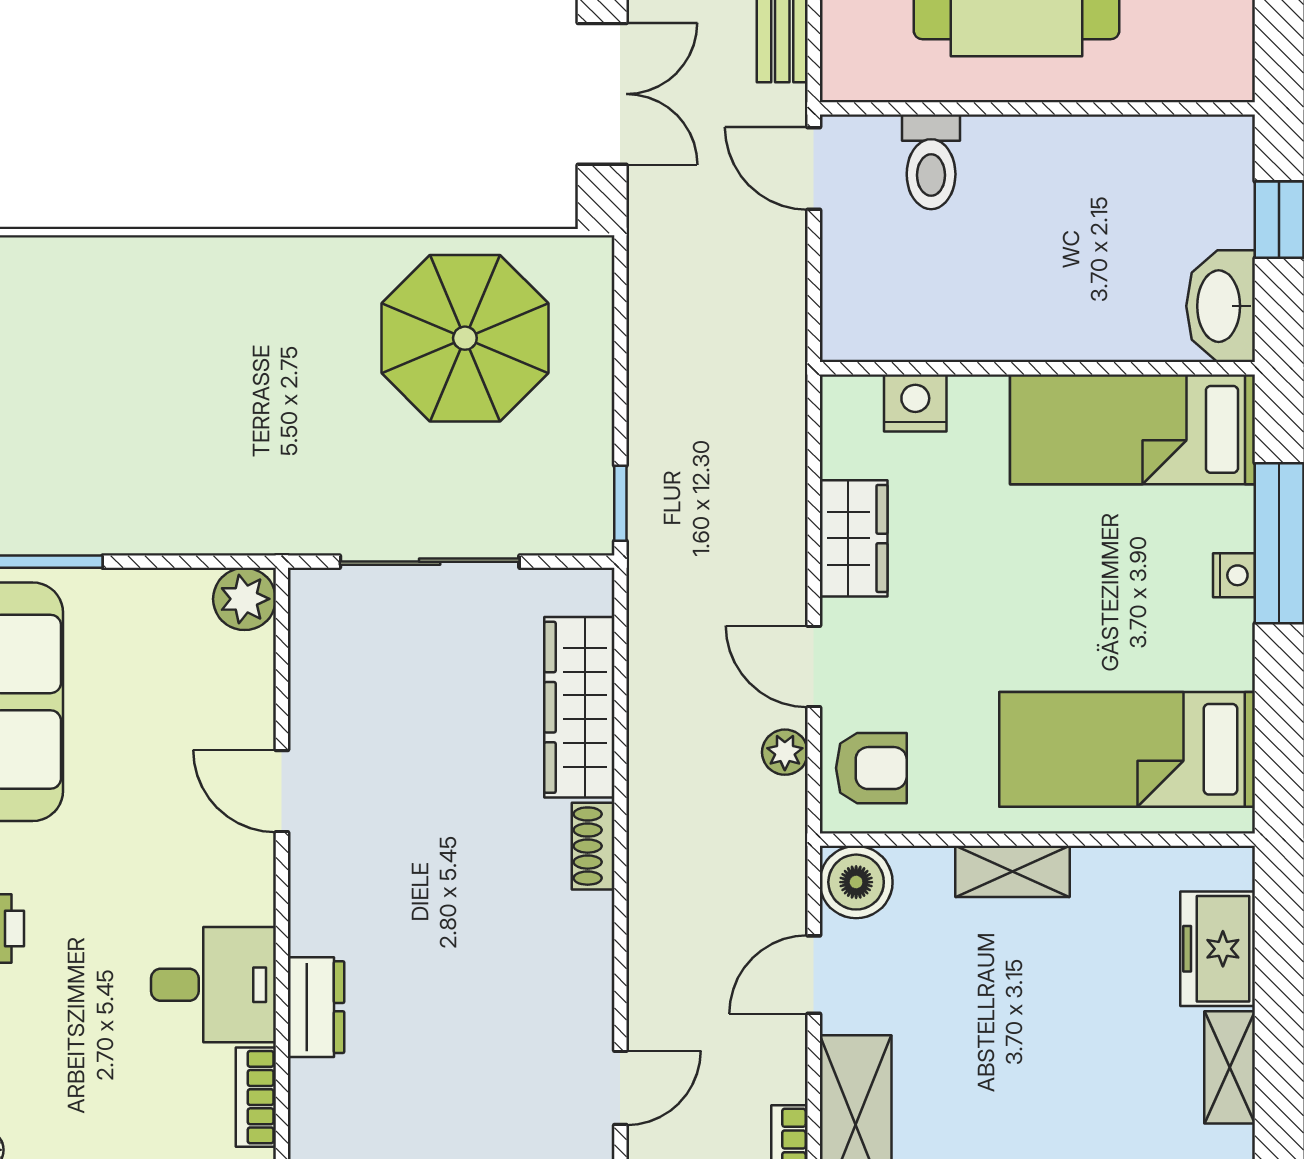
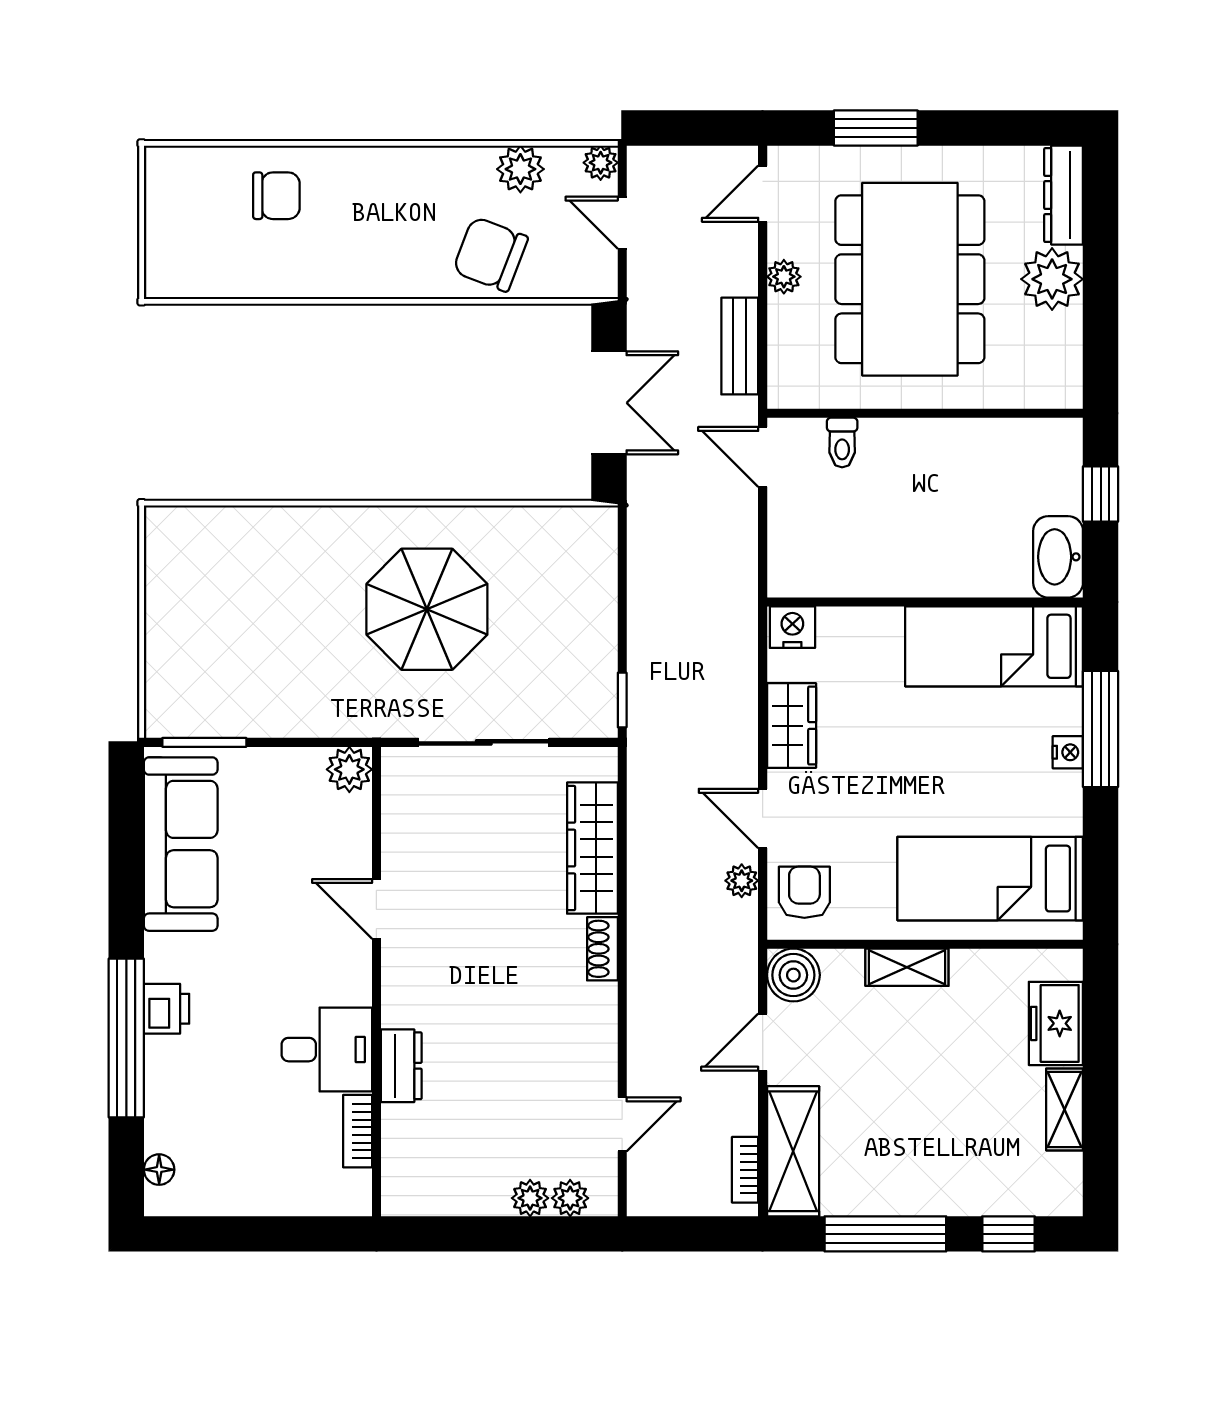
toilet: (931, 162) -> (842, 442), width x0.73, depth x0.72
parasol: (465, 338) -> (427, 609), moved
nightstand: (915, 403) -> (792, 627), moved
armchair: (871, 768) -> (804, 892), turned -90

